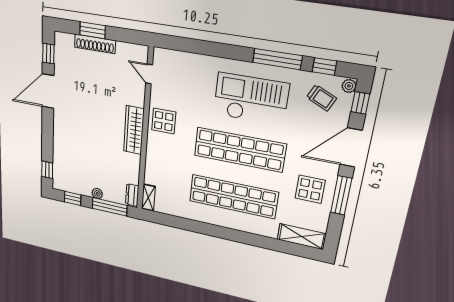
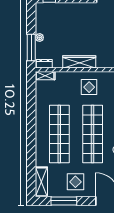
display table: (164, 121) -> (89, 87), moved
wardrobe: (134, 130) -> (79, 62), moved
window: (341, 195) -> (64, 201), moved
window: (73, 198) -> (31, 19), removed

